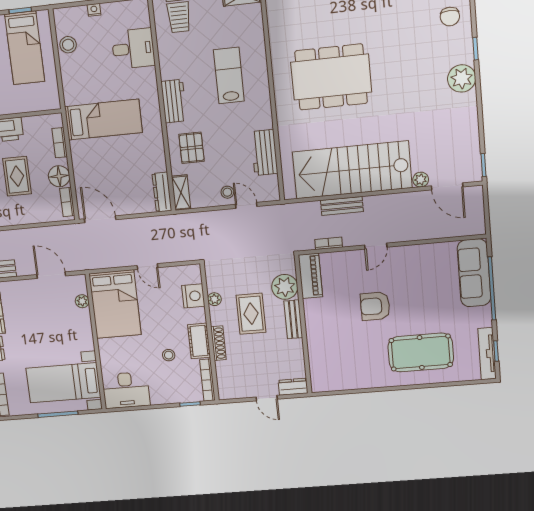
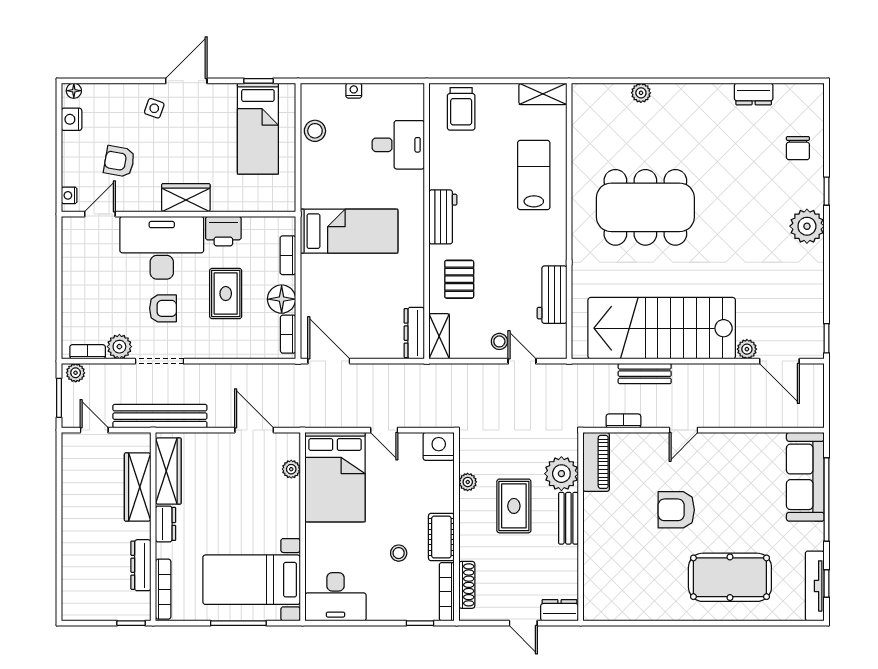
lab bench: (229, 75) -> (534, 175), moved
nightstand: (193, 296) -> (439, 446), moved, turned -90
shoe rack: (218, 343) -> (467, 585), moved

